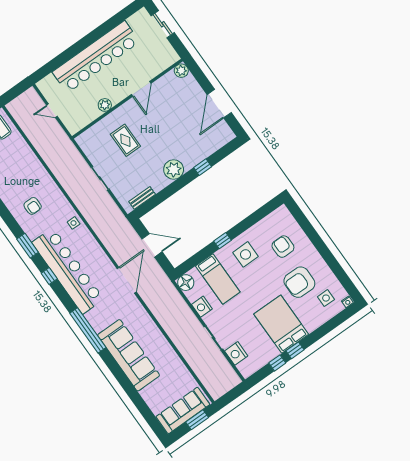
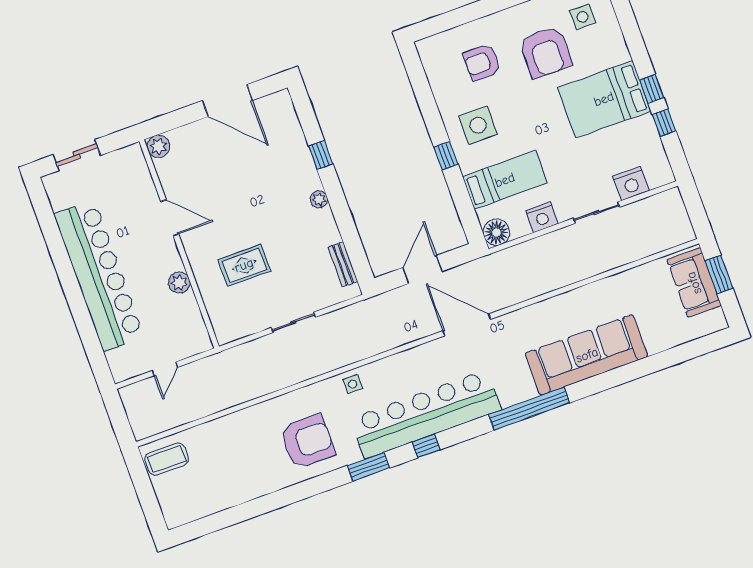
plant: (174, 170) -> (319, 199), width x0.53, depth x0.53
armchair: (33, 206) -> (308, 441), width x1.88, depth x1.88
sofa: (183, 410) -> (694, 283), width x0.73

